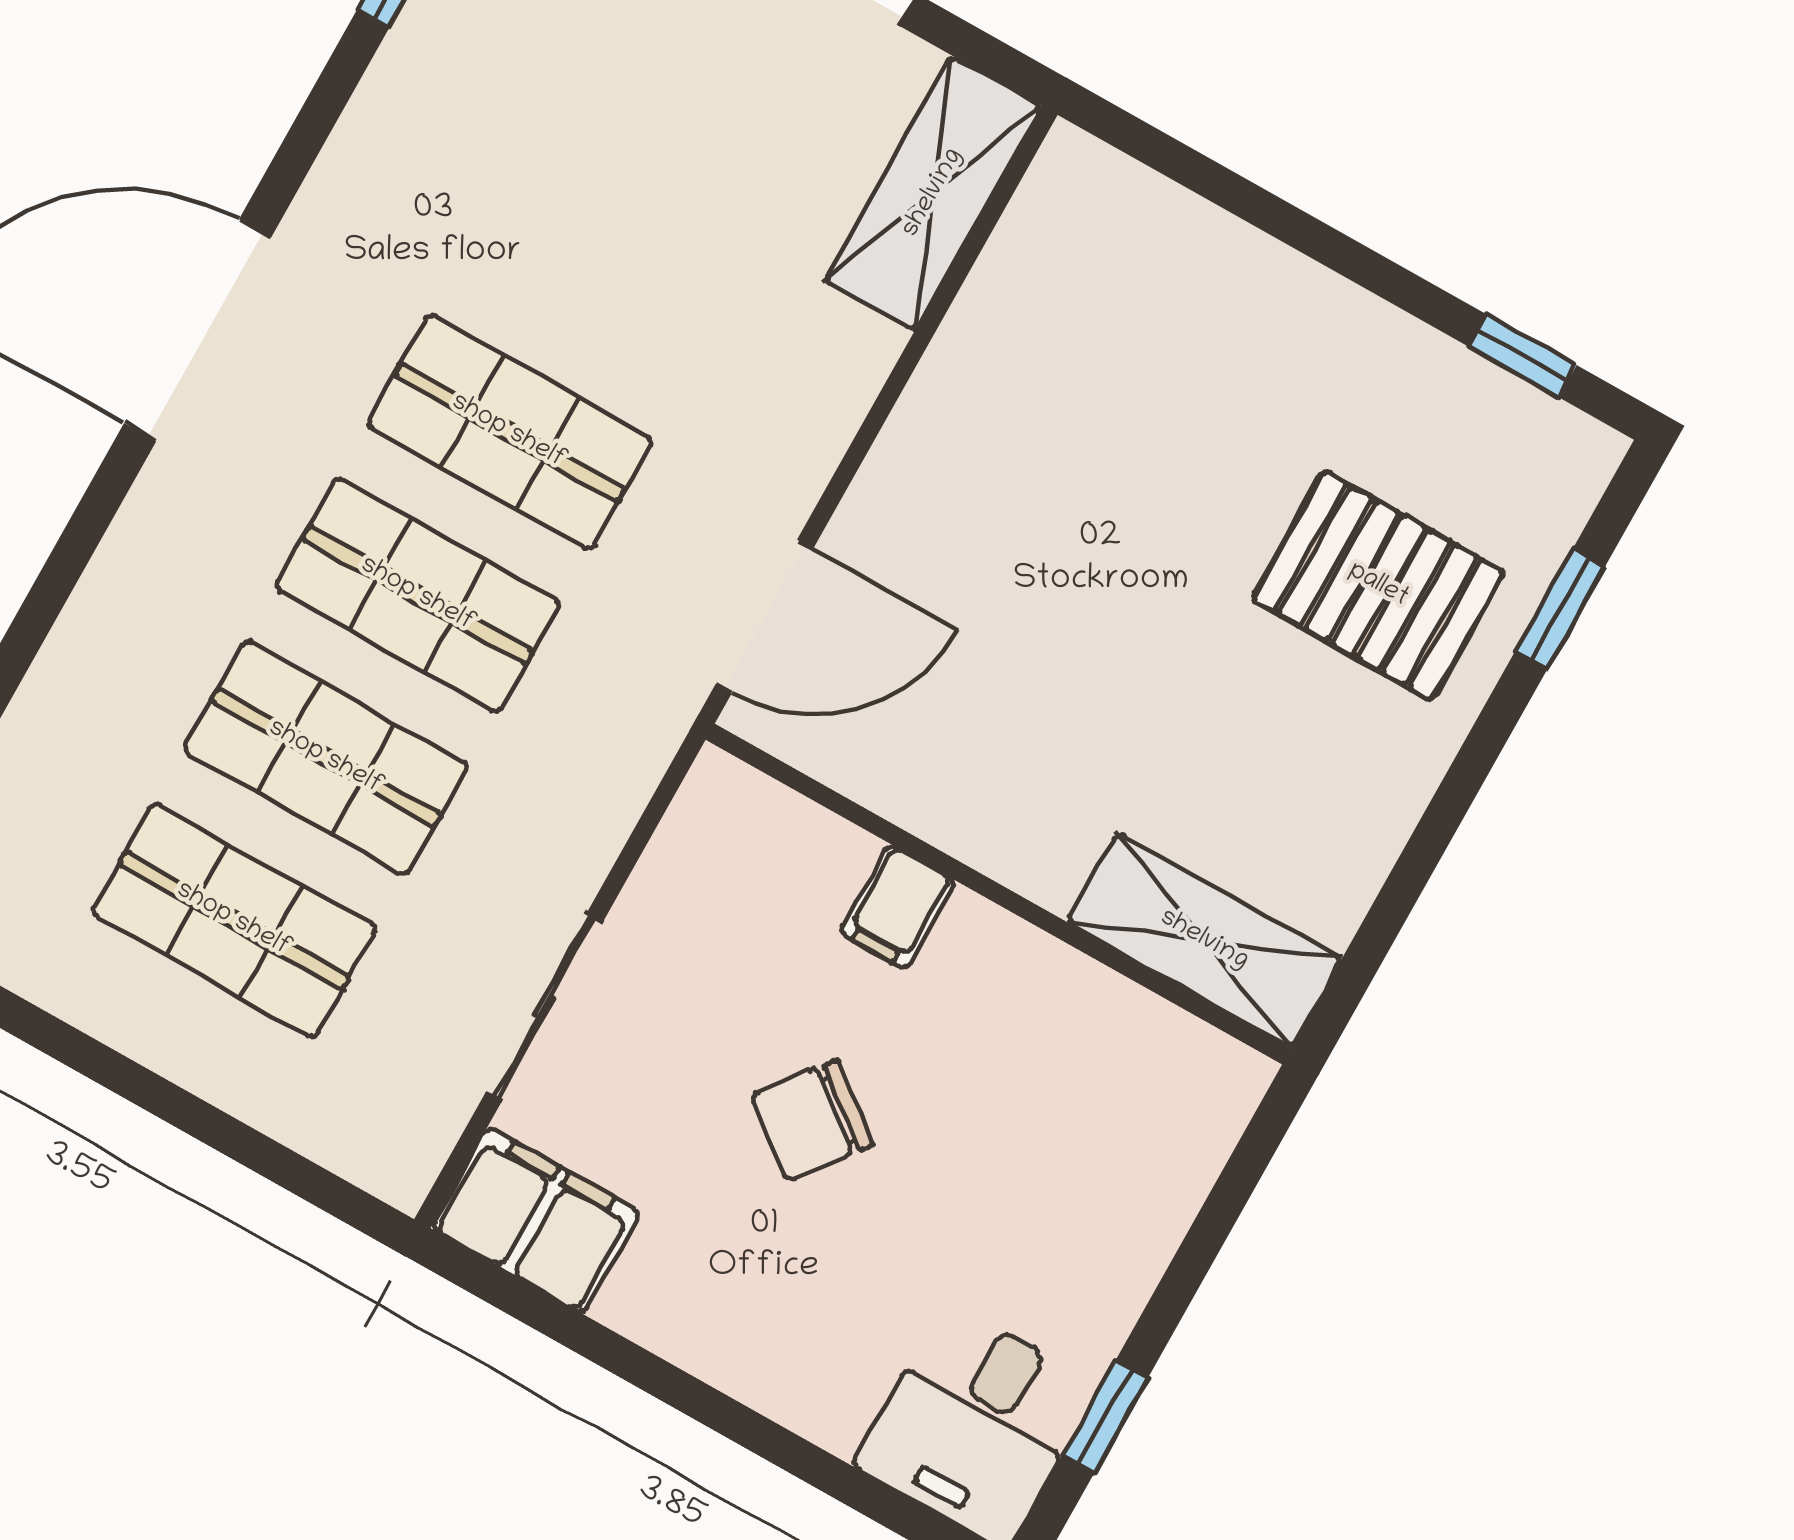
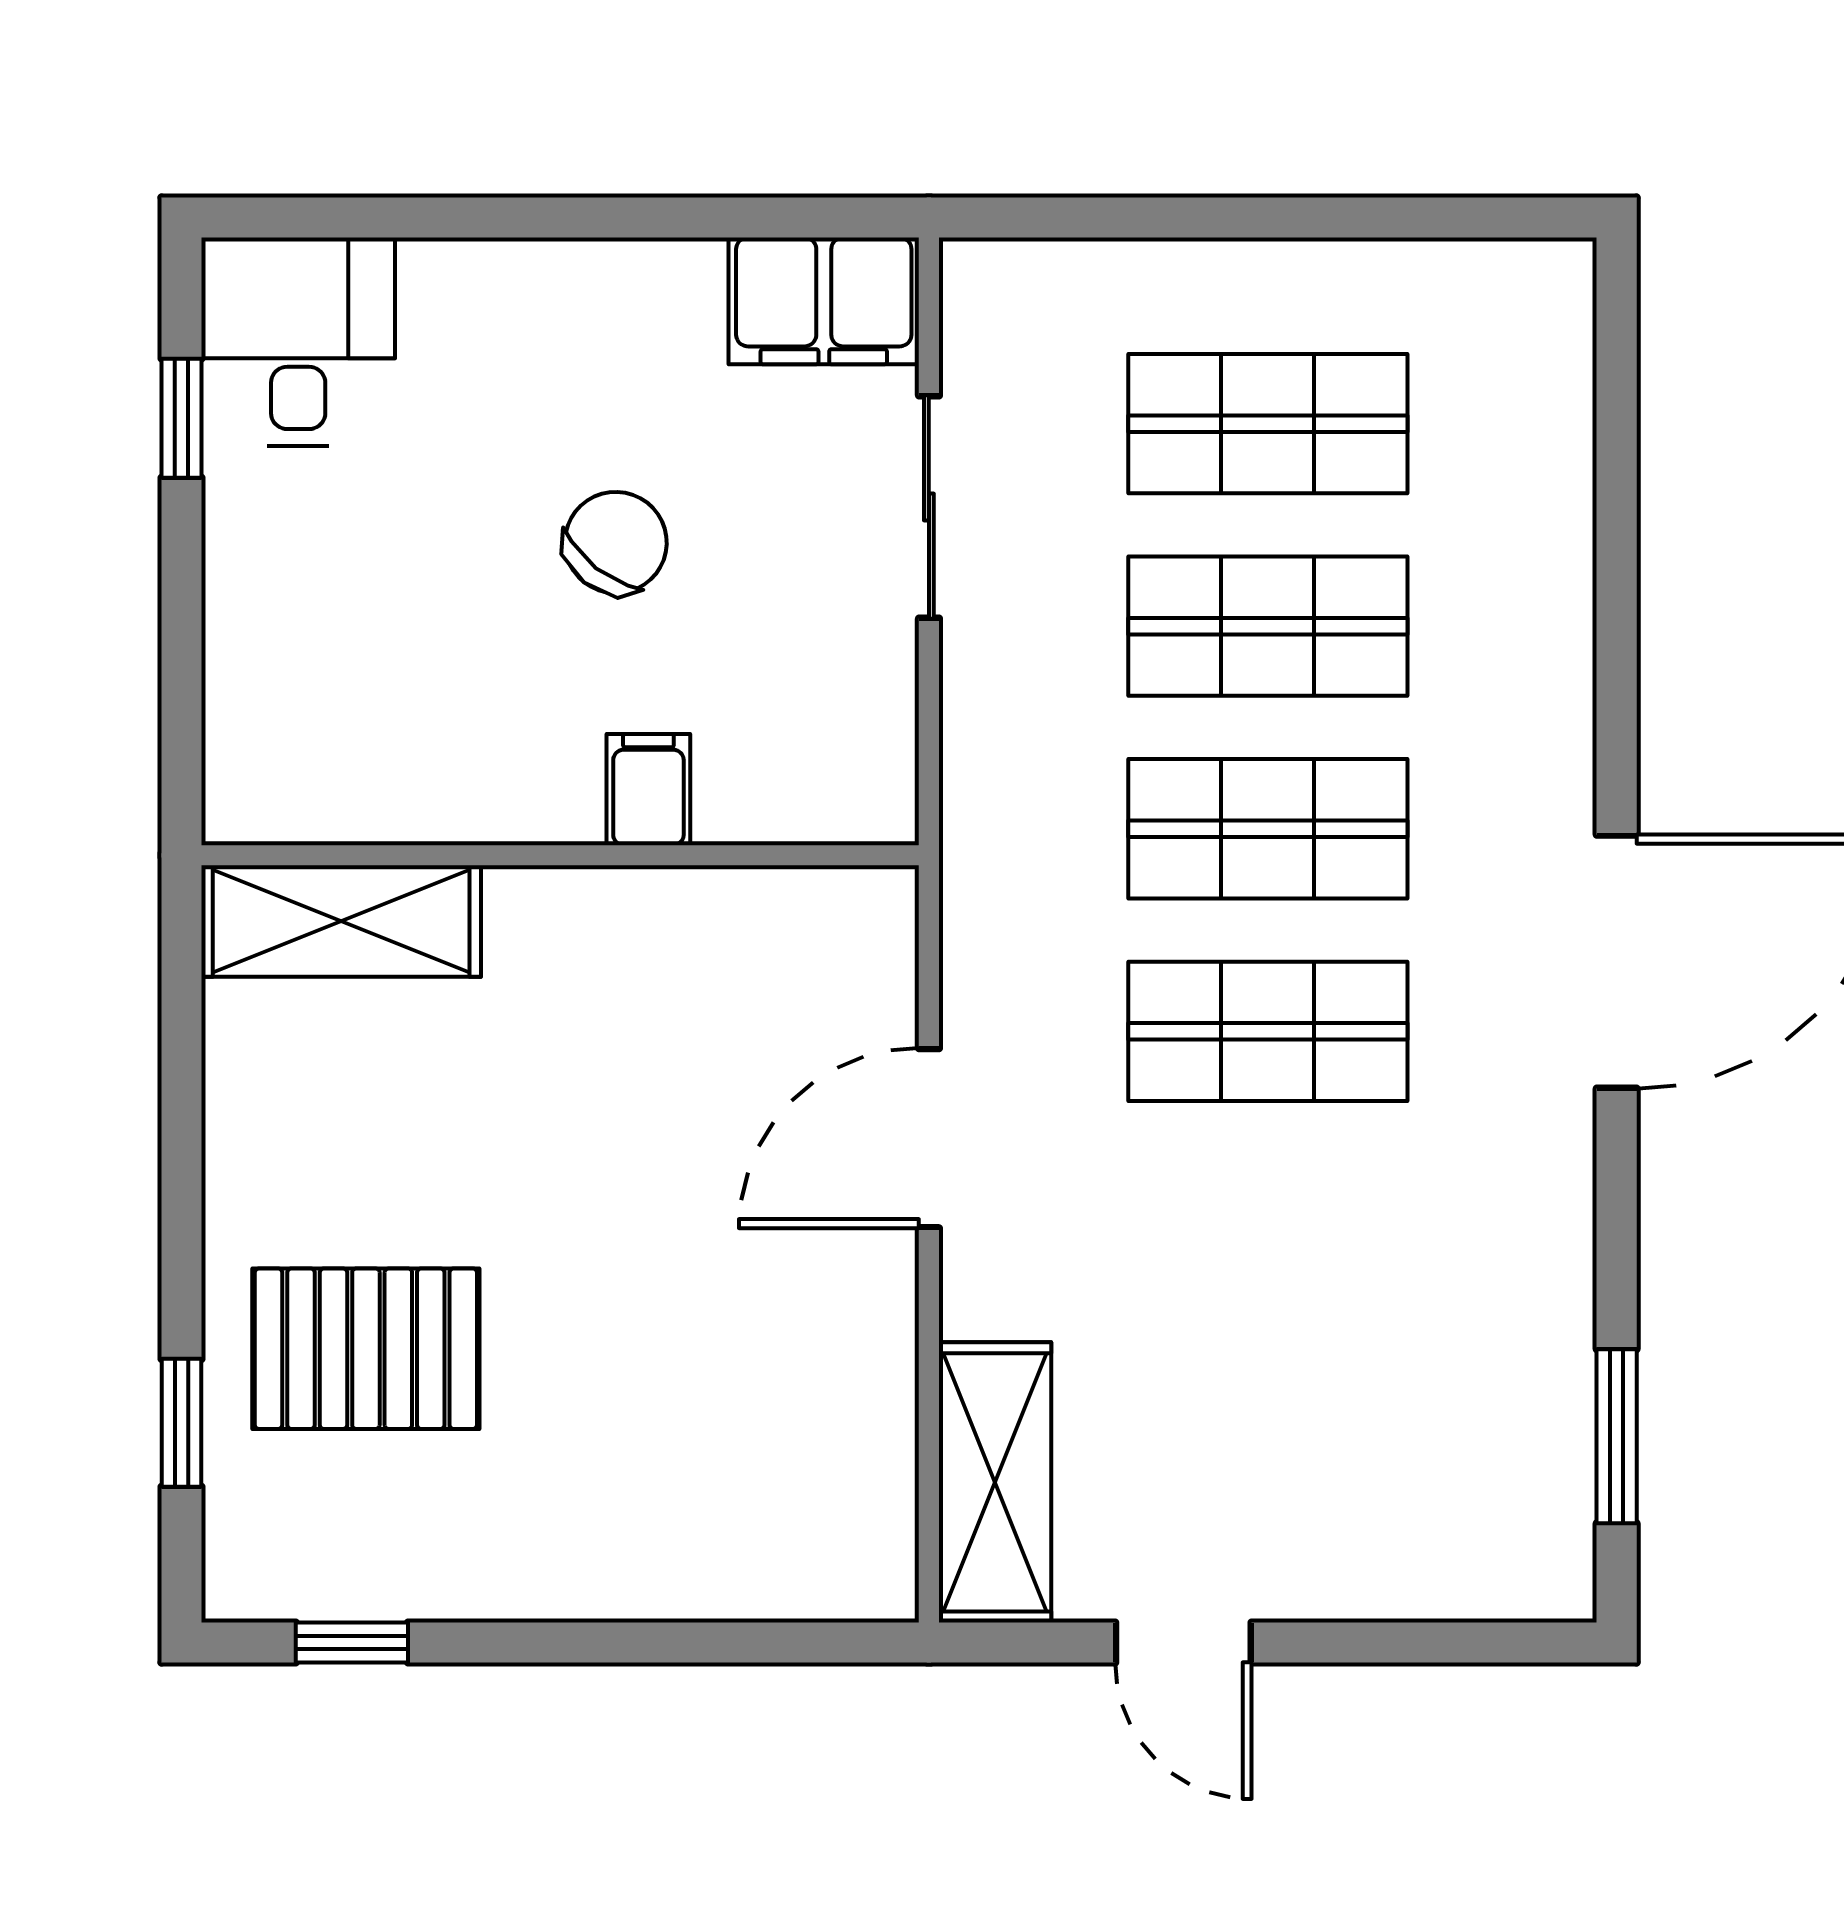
door: (764, 616) -> (929, 1138), moved

